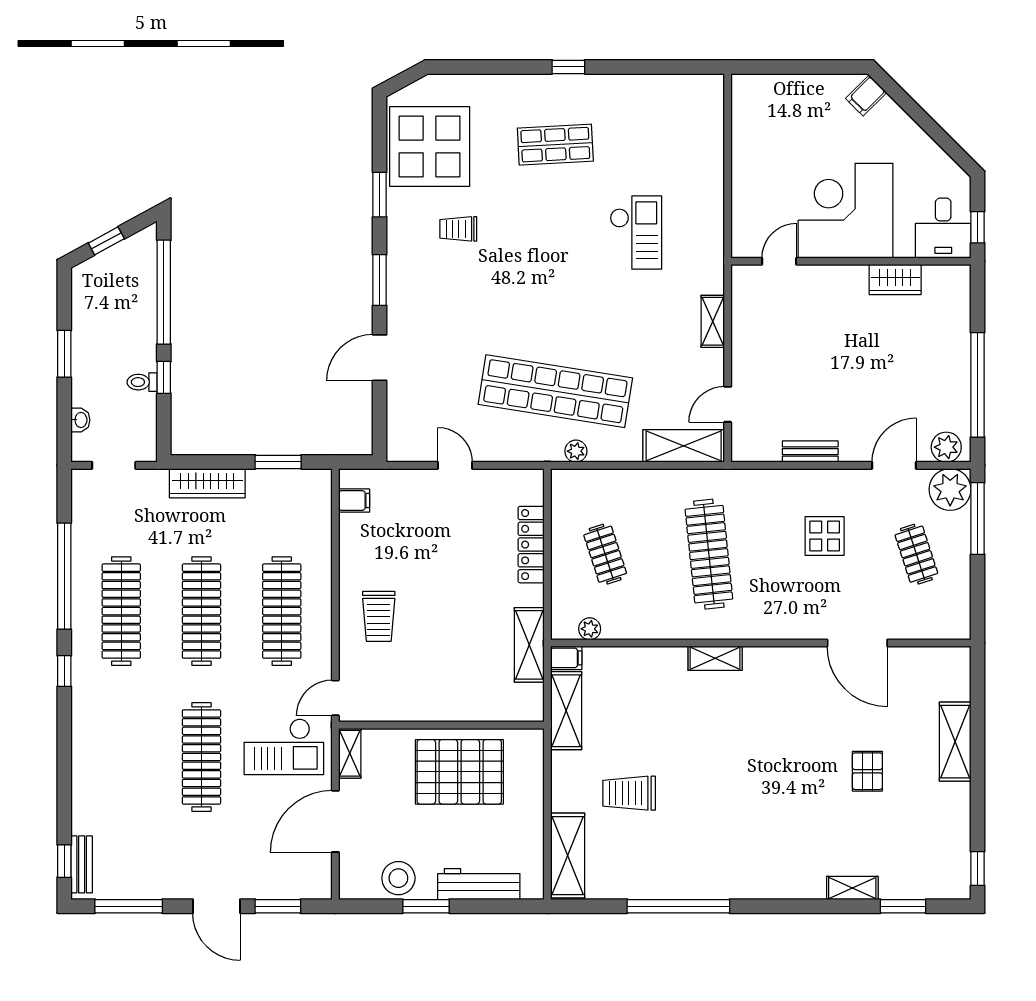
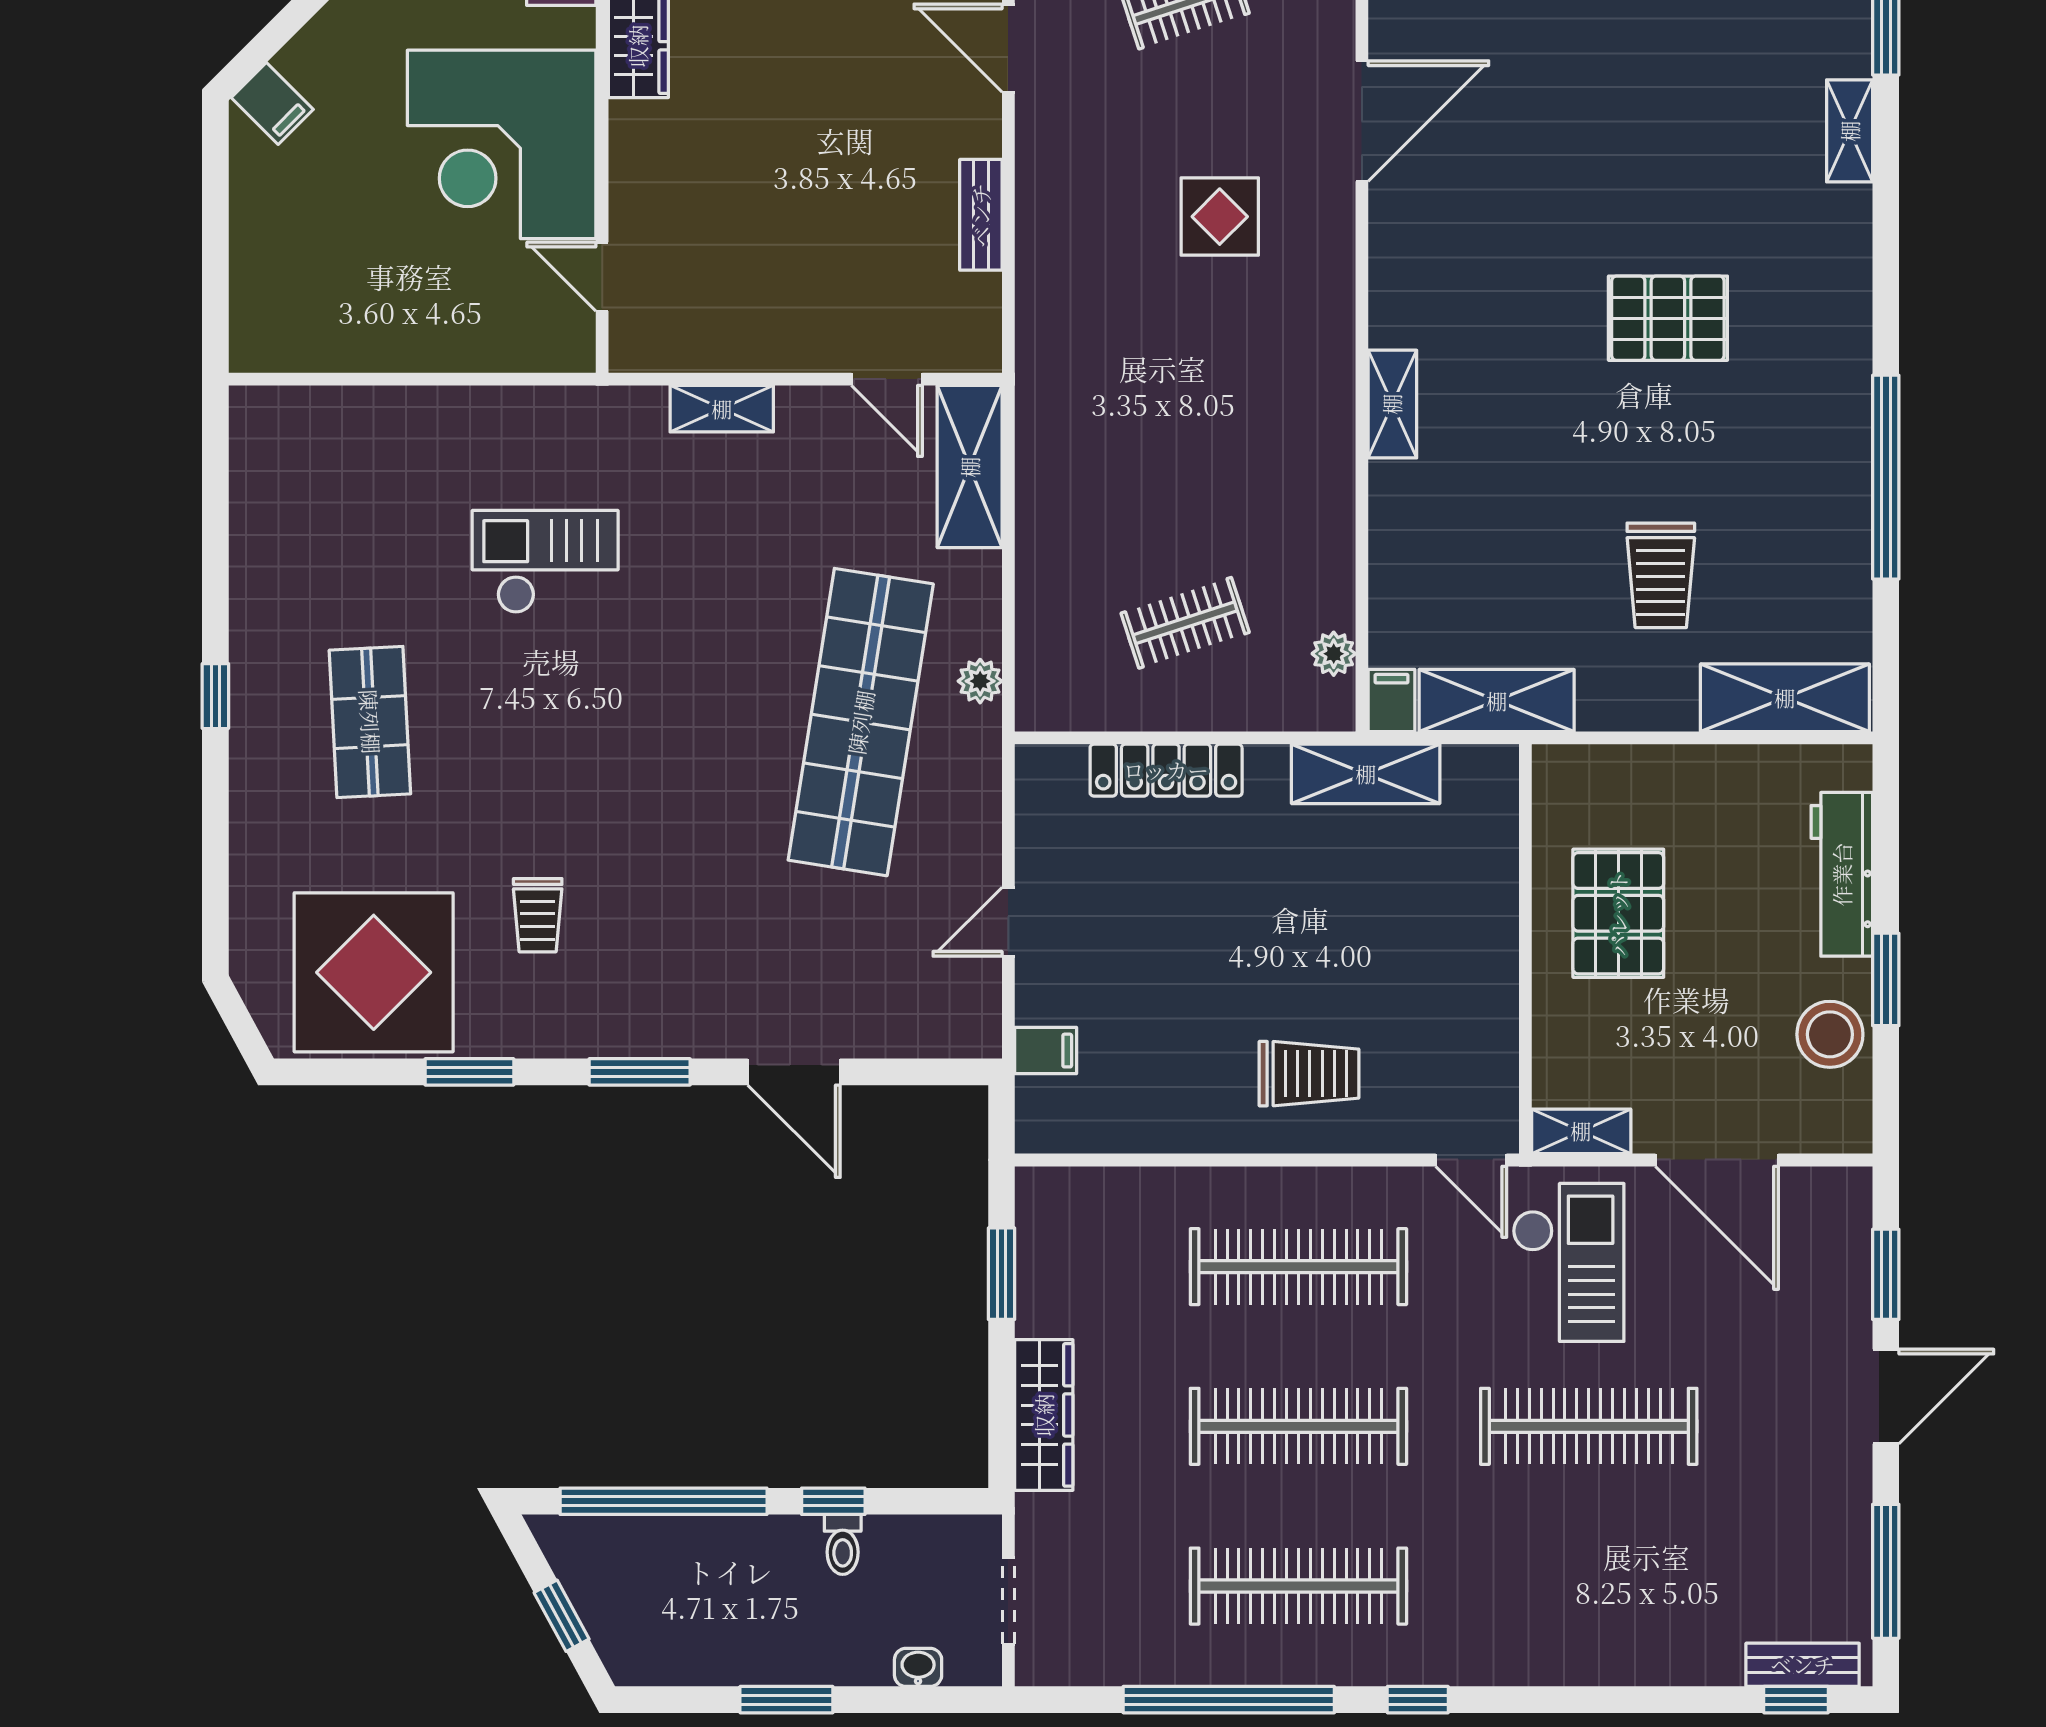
filing cabinet: (354, 501) -> (1046, 1051), moved, turned 90
display table: (825, 536) -> (1220, 217), moved
clothes rail: (709, 554) -> (1185, 416), removed
pallet: (867, 771) -> (1668, 318), moved, width x1.50, depth x1.42
pallet: (459, 772) -> (1618, 913), width x0.73, depth x0.71

